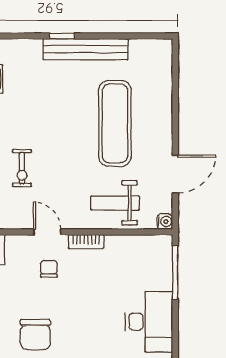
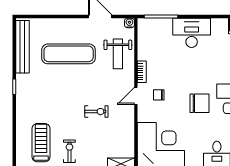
bench: (86, 49) -> (22, 47), moved

